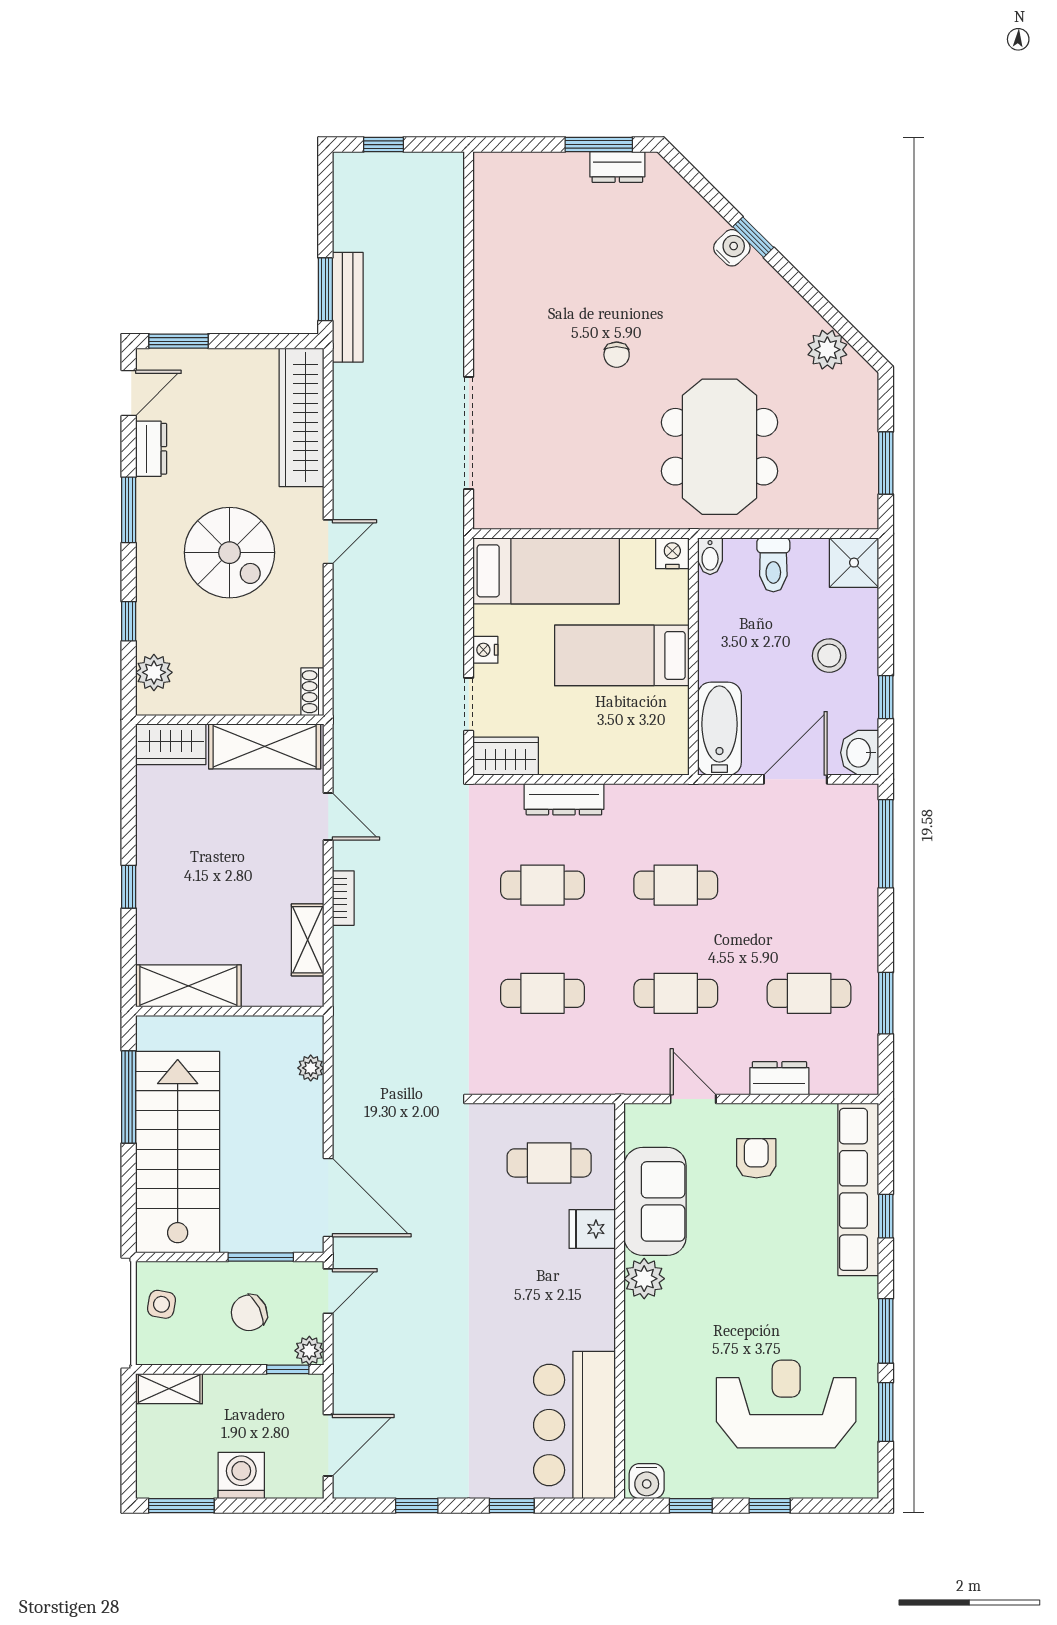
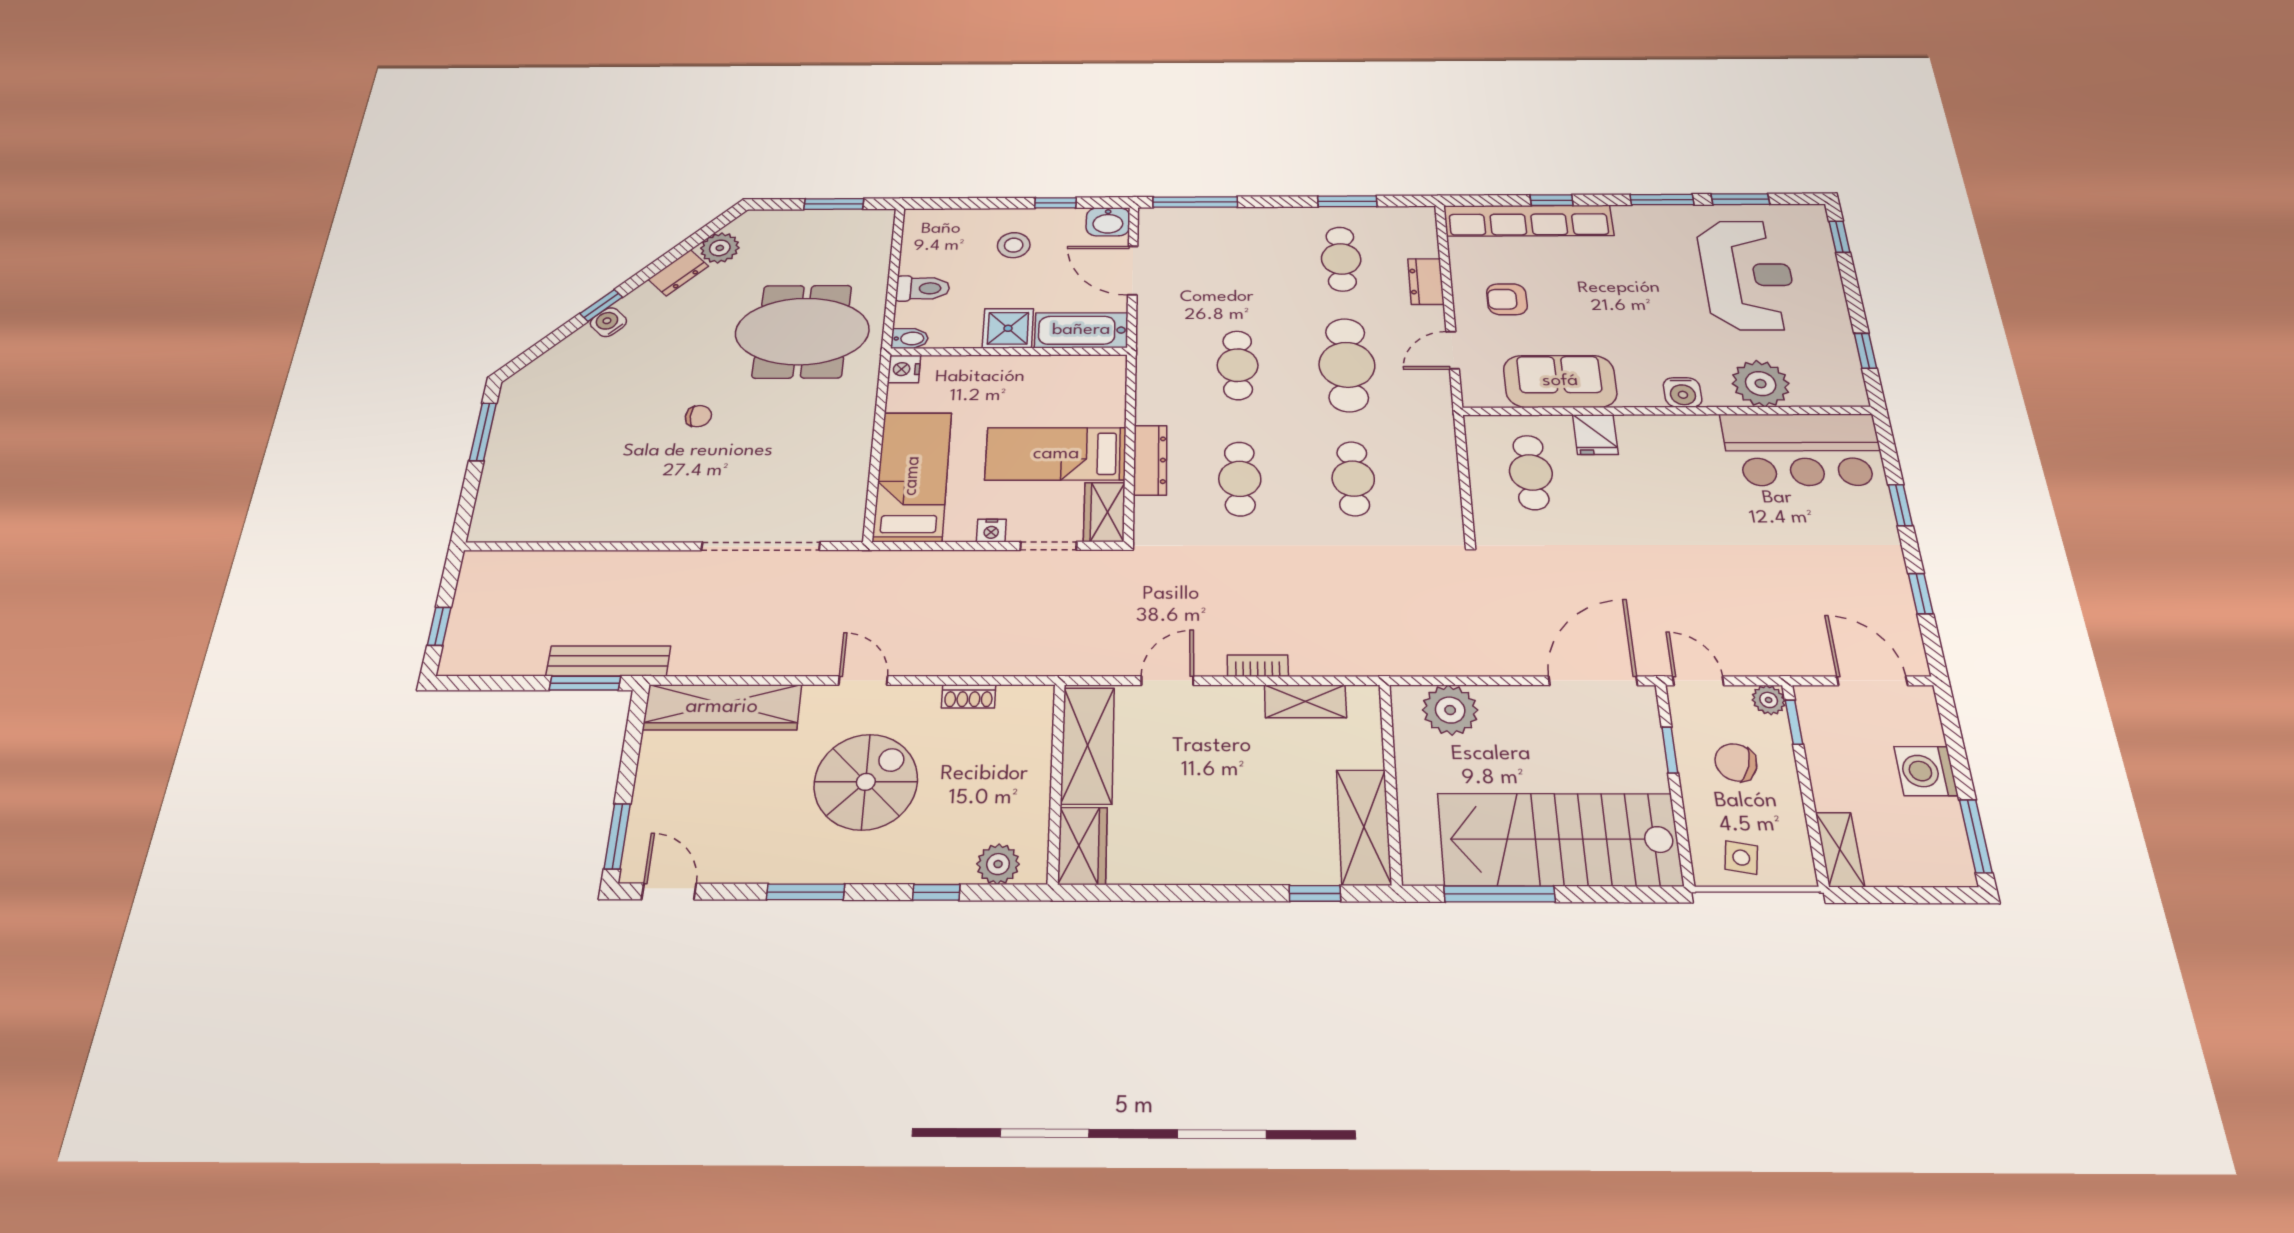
dresser: (617, 167) -> (678, 273), moved, turned 45
dresser: (151, 449) -> (737, 867), removed
shower: (854, 563) -> (1008, 328), moved
bed: (622, 655) -> (1056, 454), moved, turned 90
shoe rack: (312, 692) -> (969, 696), moved
window: (129, 887) -> (1315, 893), moved
cafe table: (676, 993) -> (1347, 365), width x1.37, depth x1.35
plant: (311, 1068) -> (1450, 710), width x1.87, depth x1.87
window: (261, 1257) -> (1670, 750), width x0.67
plant: (644, 1279) -> (1761, 384), moved, width x1.36, depth x1.36
chair: (249, 1313) -> (1736, 762), turned 135
reception desk: (786, 1404) -> (1747, 275), turned 180
water cooler: (647, 1481) -> (1683, 392), moved, turned 90
window: (770, 1506) -> (1840, 237), moved

